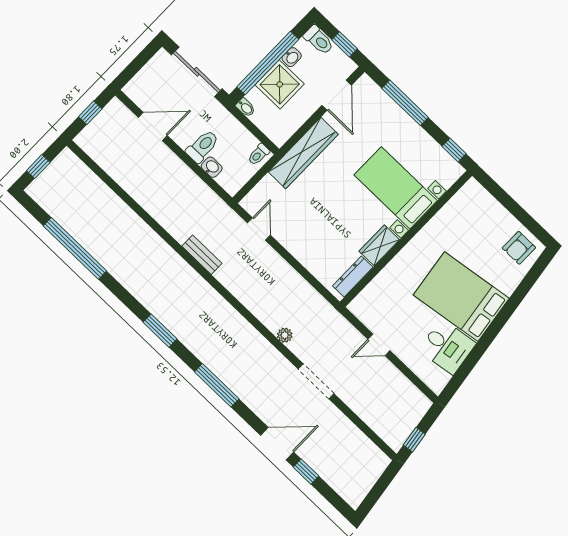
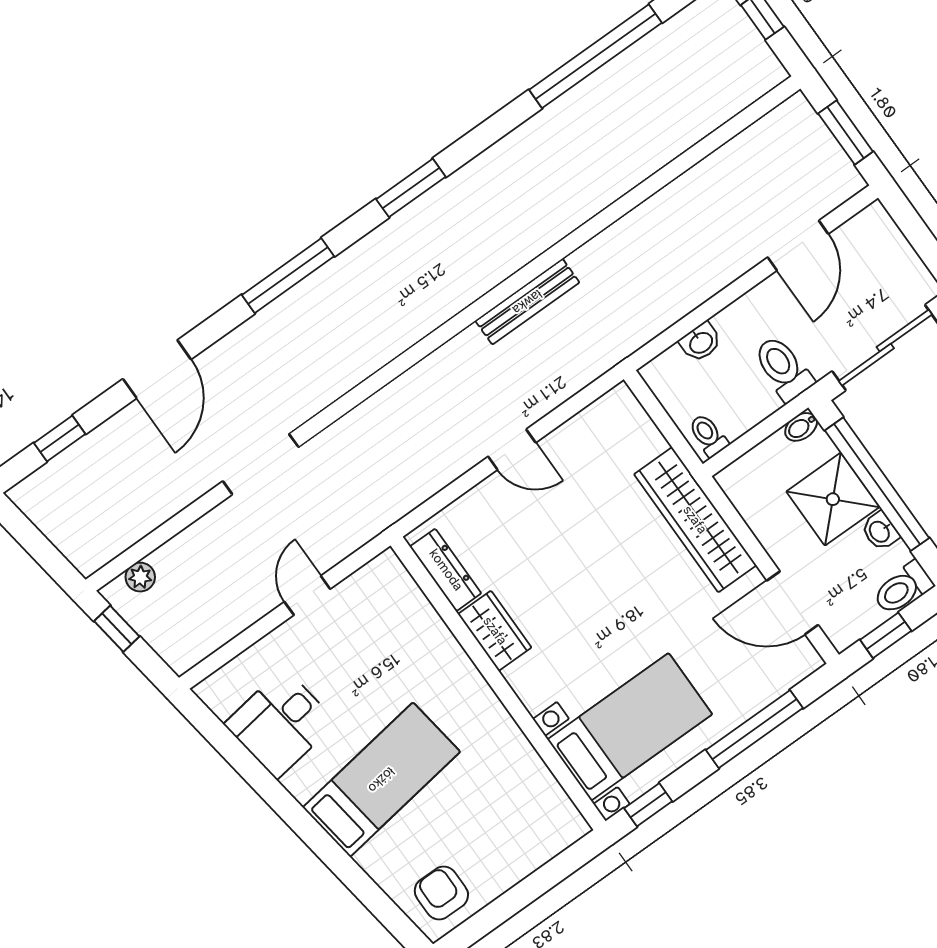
window: (90, 113) -> (846, 133), width x1.50
toilet: (202, 146) -> (783, 368), moved, turned 180
bed with nightstands: (396, 188) -> (630, 727), moved
door: (259, 229) -> (512, 450), moved
bench: (202, 255) -> (527, 302), width x1.36
bed: (461, 297) -> (381, 780), width x0.67
plant: (285, 335) -> (140, 577), moved
window: (306, 472) -> (60, 438), moved

